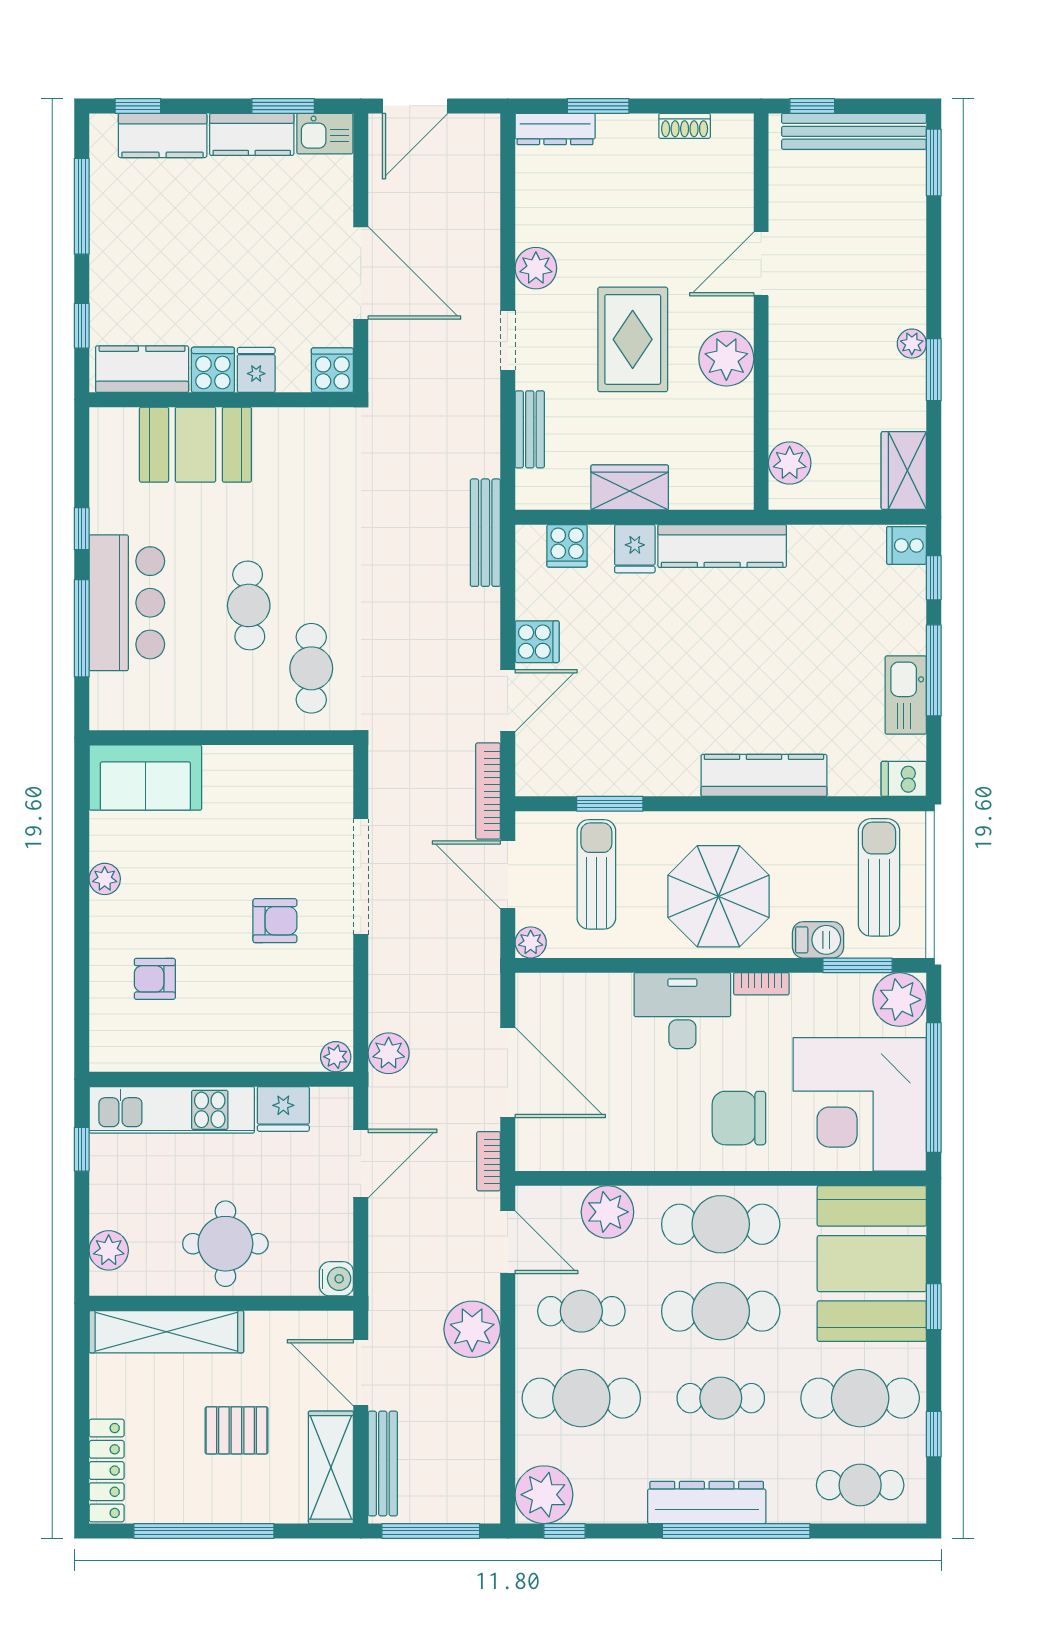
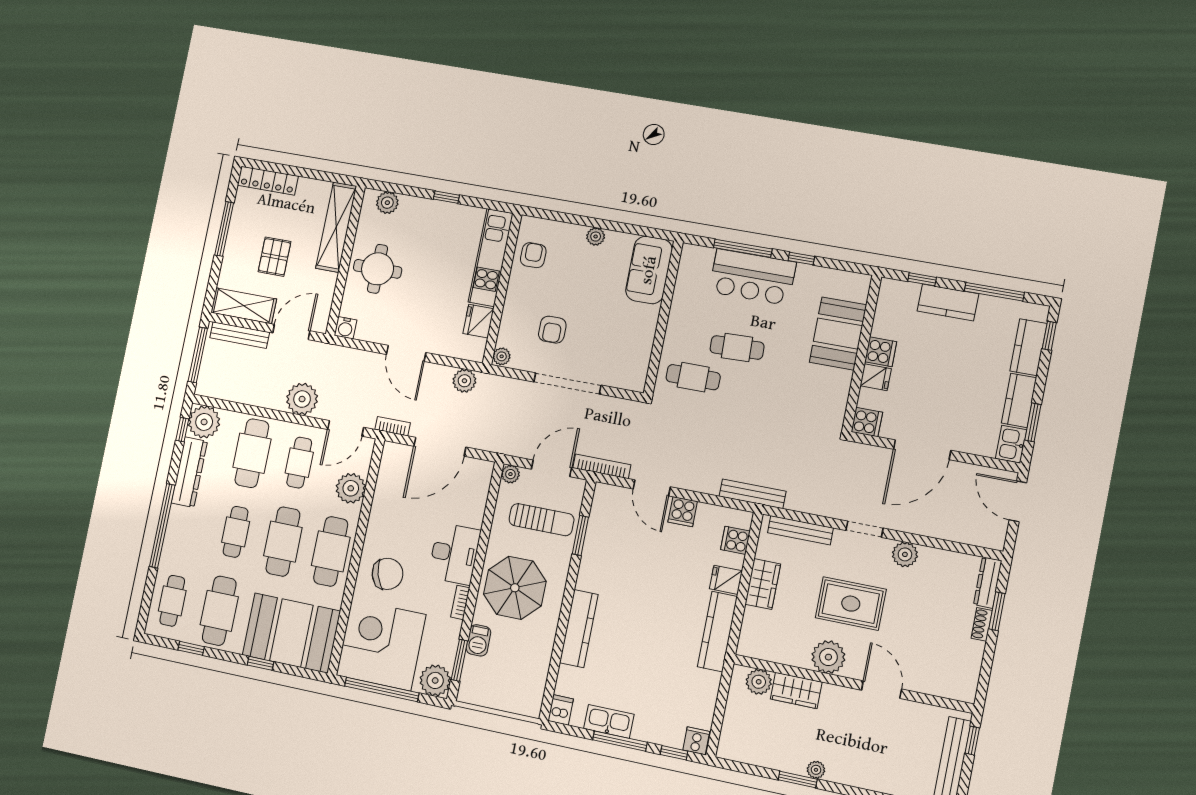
shoe rack: (685, 126) -> (982, 624), moved
kitchen counter: (142, 369) -> (948, 302), moved, turned 90
bench: (530, 429) -> (800, 530), width x1.36
wardrobe: (904, 470) -> (796, 690), moved, turned 180
sun lounger: (879, 877) -> (507, 683), removed
plant: (336, 1057) -> (502, 356), moved
wall: (221, 1079) -> (502, 289), moved
fridge: (283, 1109) -> (478, 321), moved
kitchen unit: (172, 1110) -> (491, 258), moved
chair: (739, 1118) -> (387, 574), turned 73
dresser: (707, 1502) -> (189, 472), moved
window: (204, 1531) -> (224, 229), width x0.68

